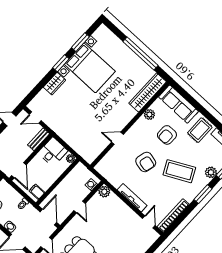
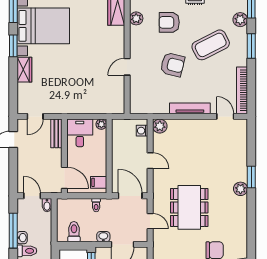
armchair: (167, 135) -> (169, 22), turned 90

